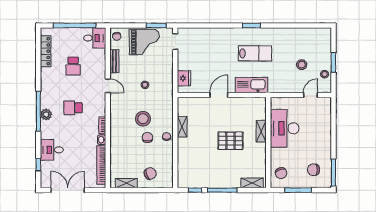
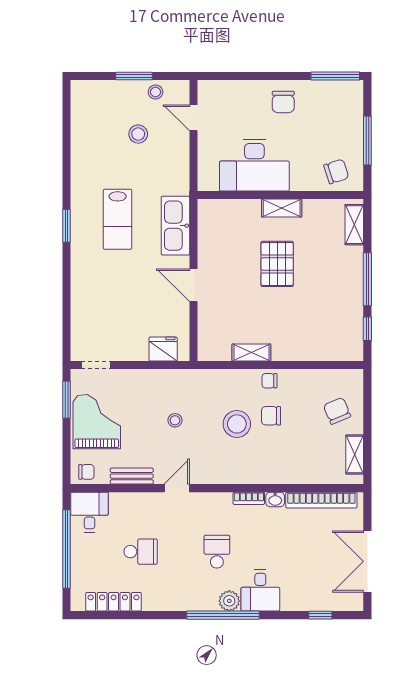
lab bench: (255, 53) -> (118, 219), turned 180
school desk: (73, 108) -> (217, 552), turned 180
shelving: (261, 131) -> (282, 208), moved
desk: (52, 150) -> (260, 591), moved
chair: (313, 170) -> (283, 102), moved

